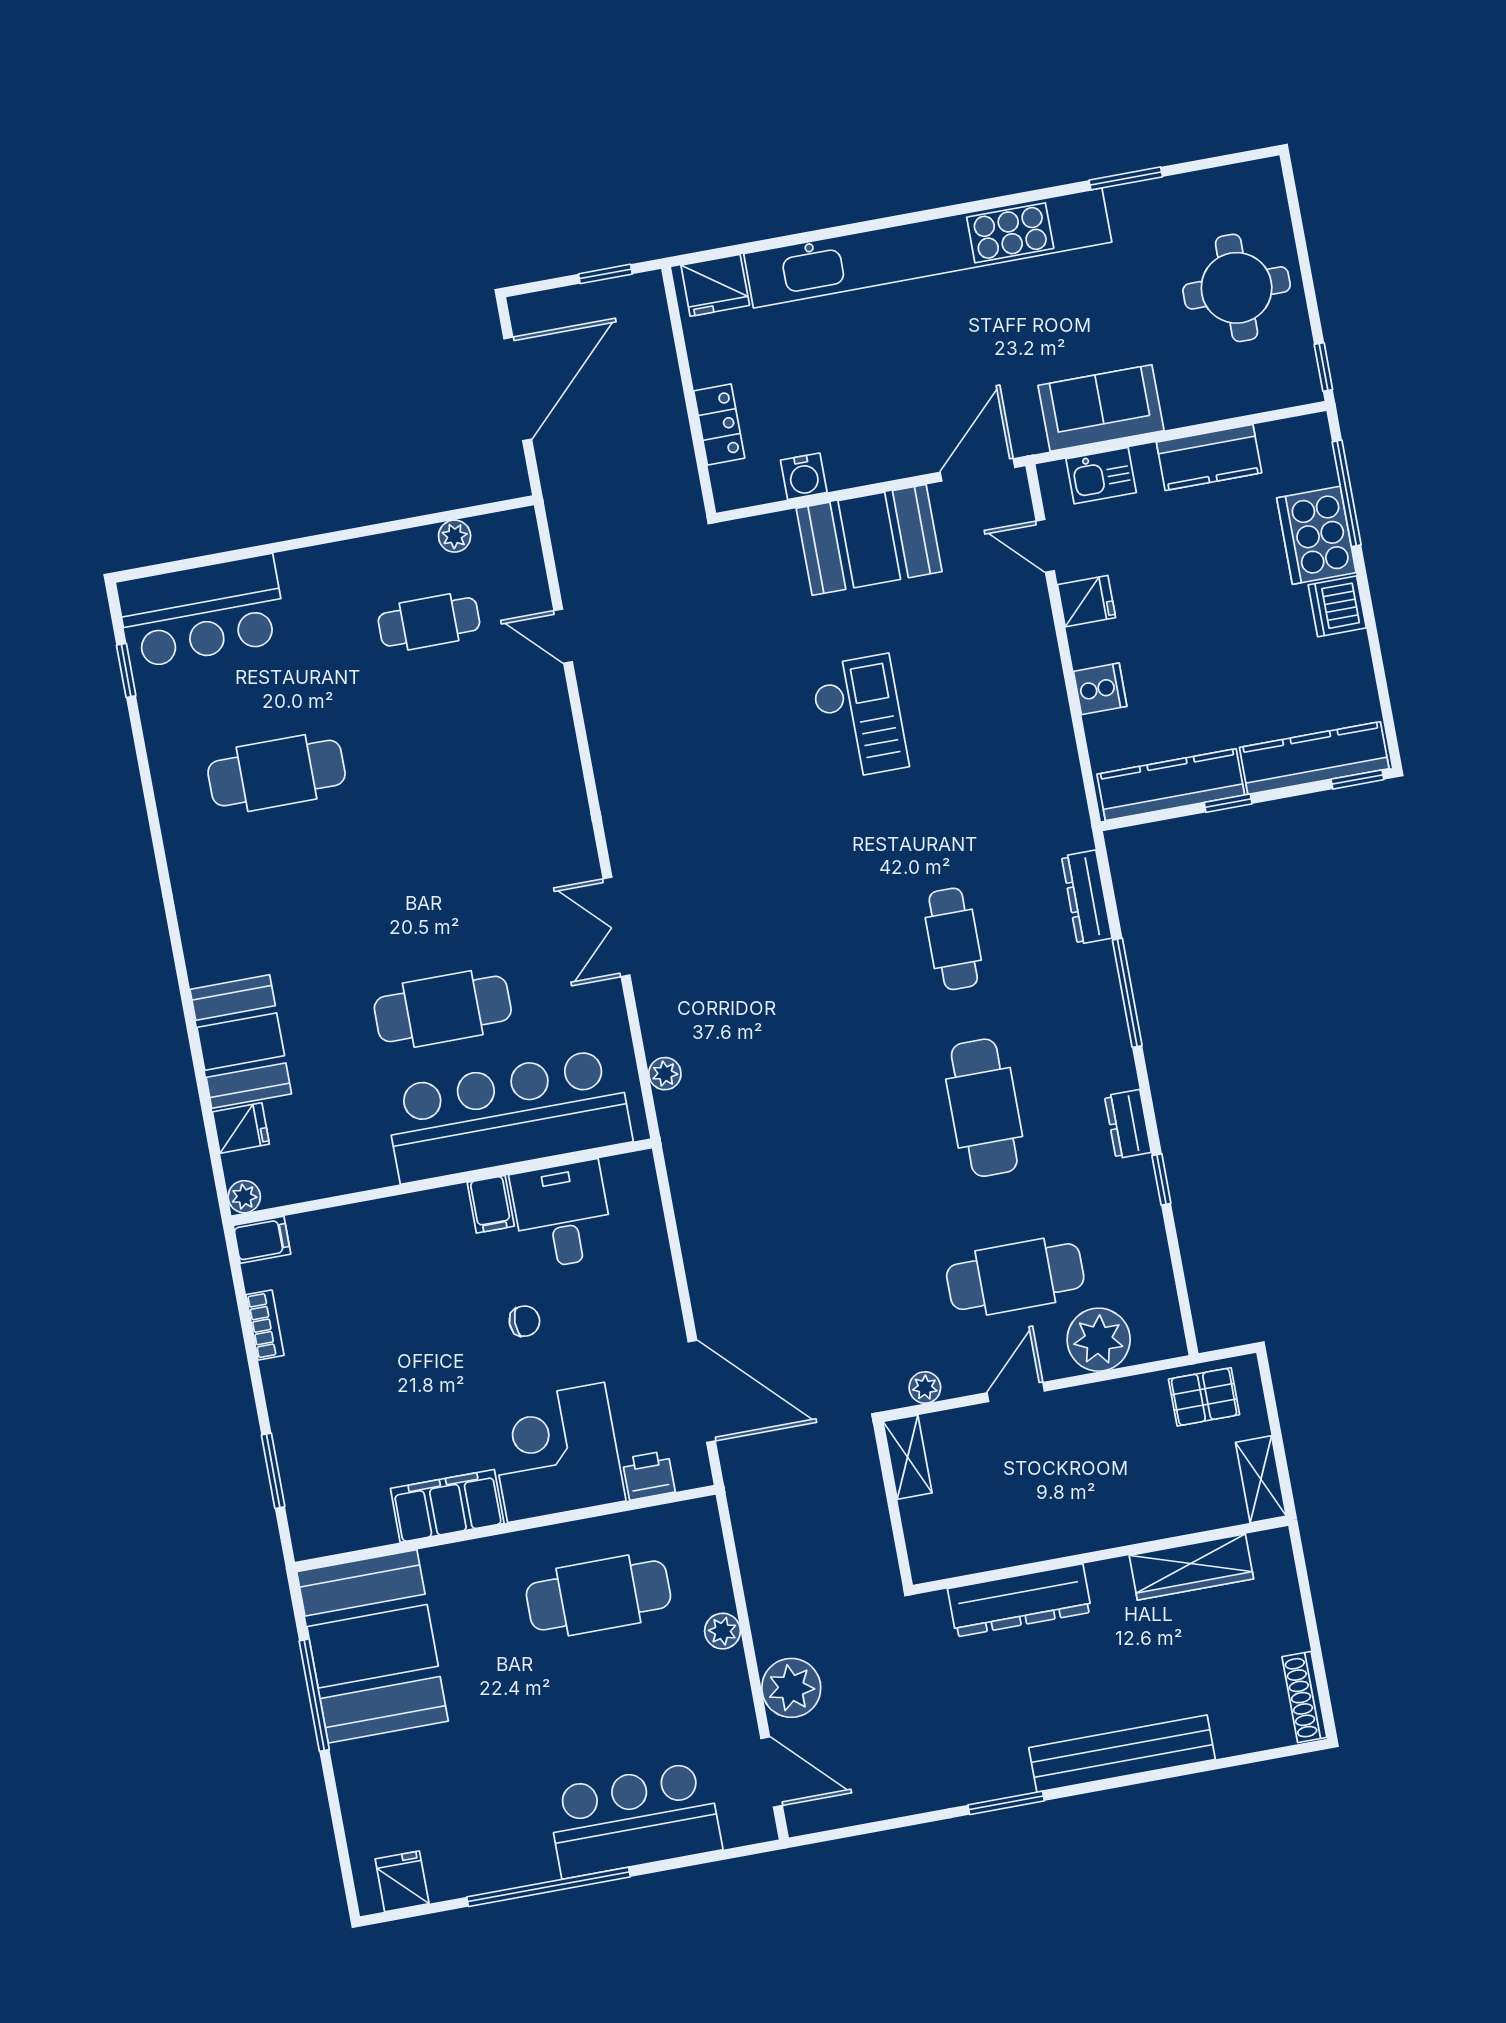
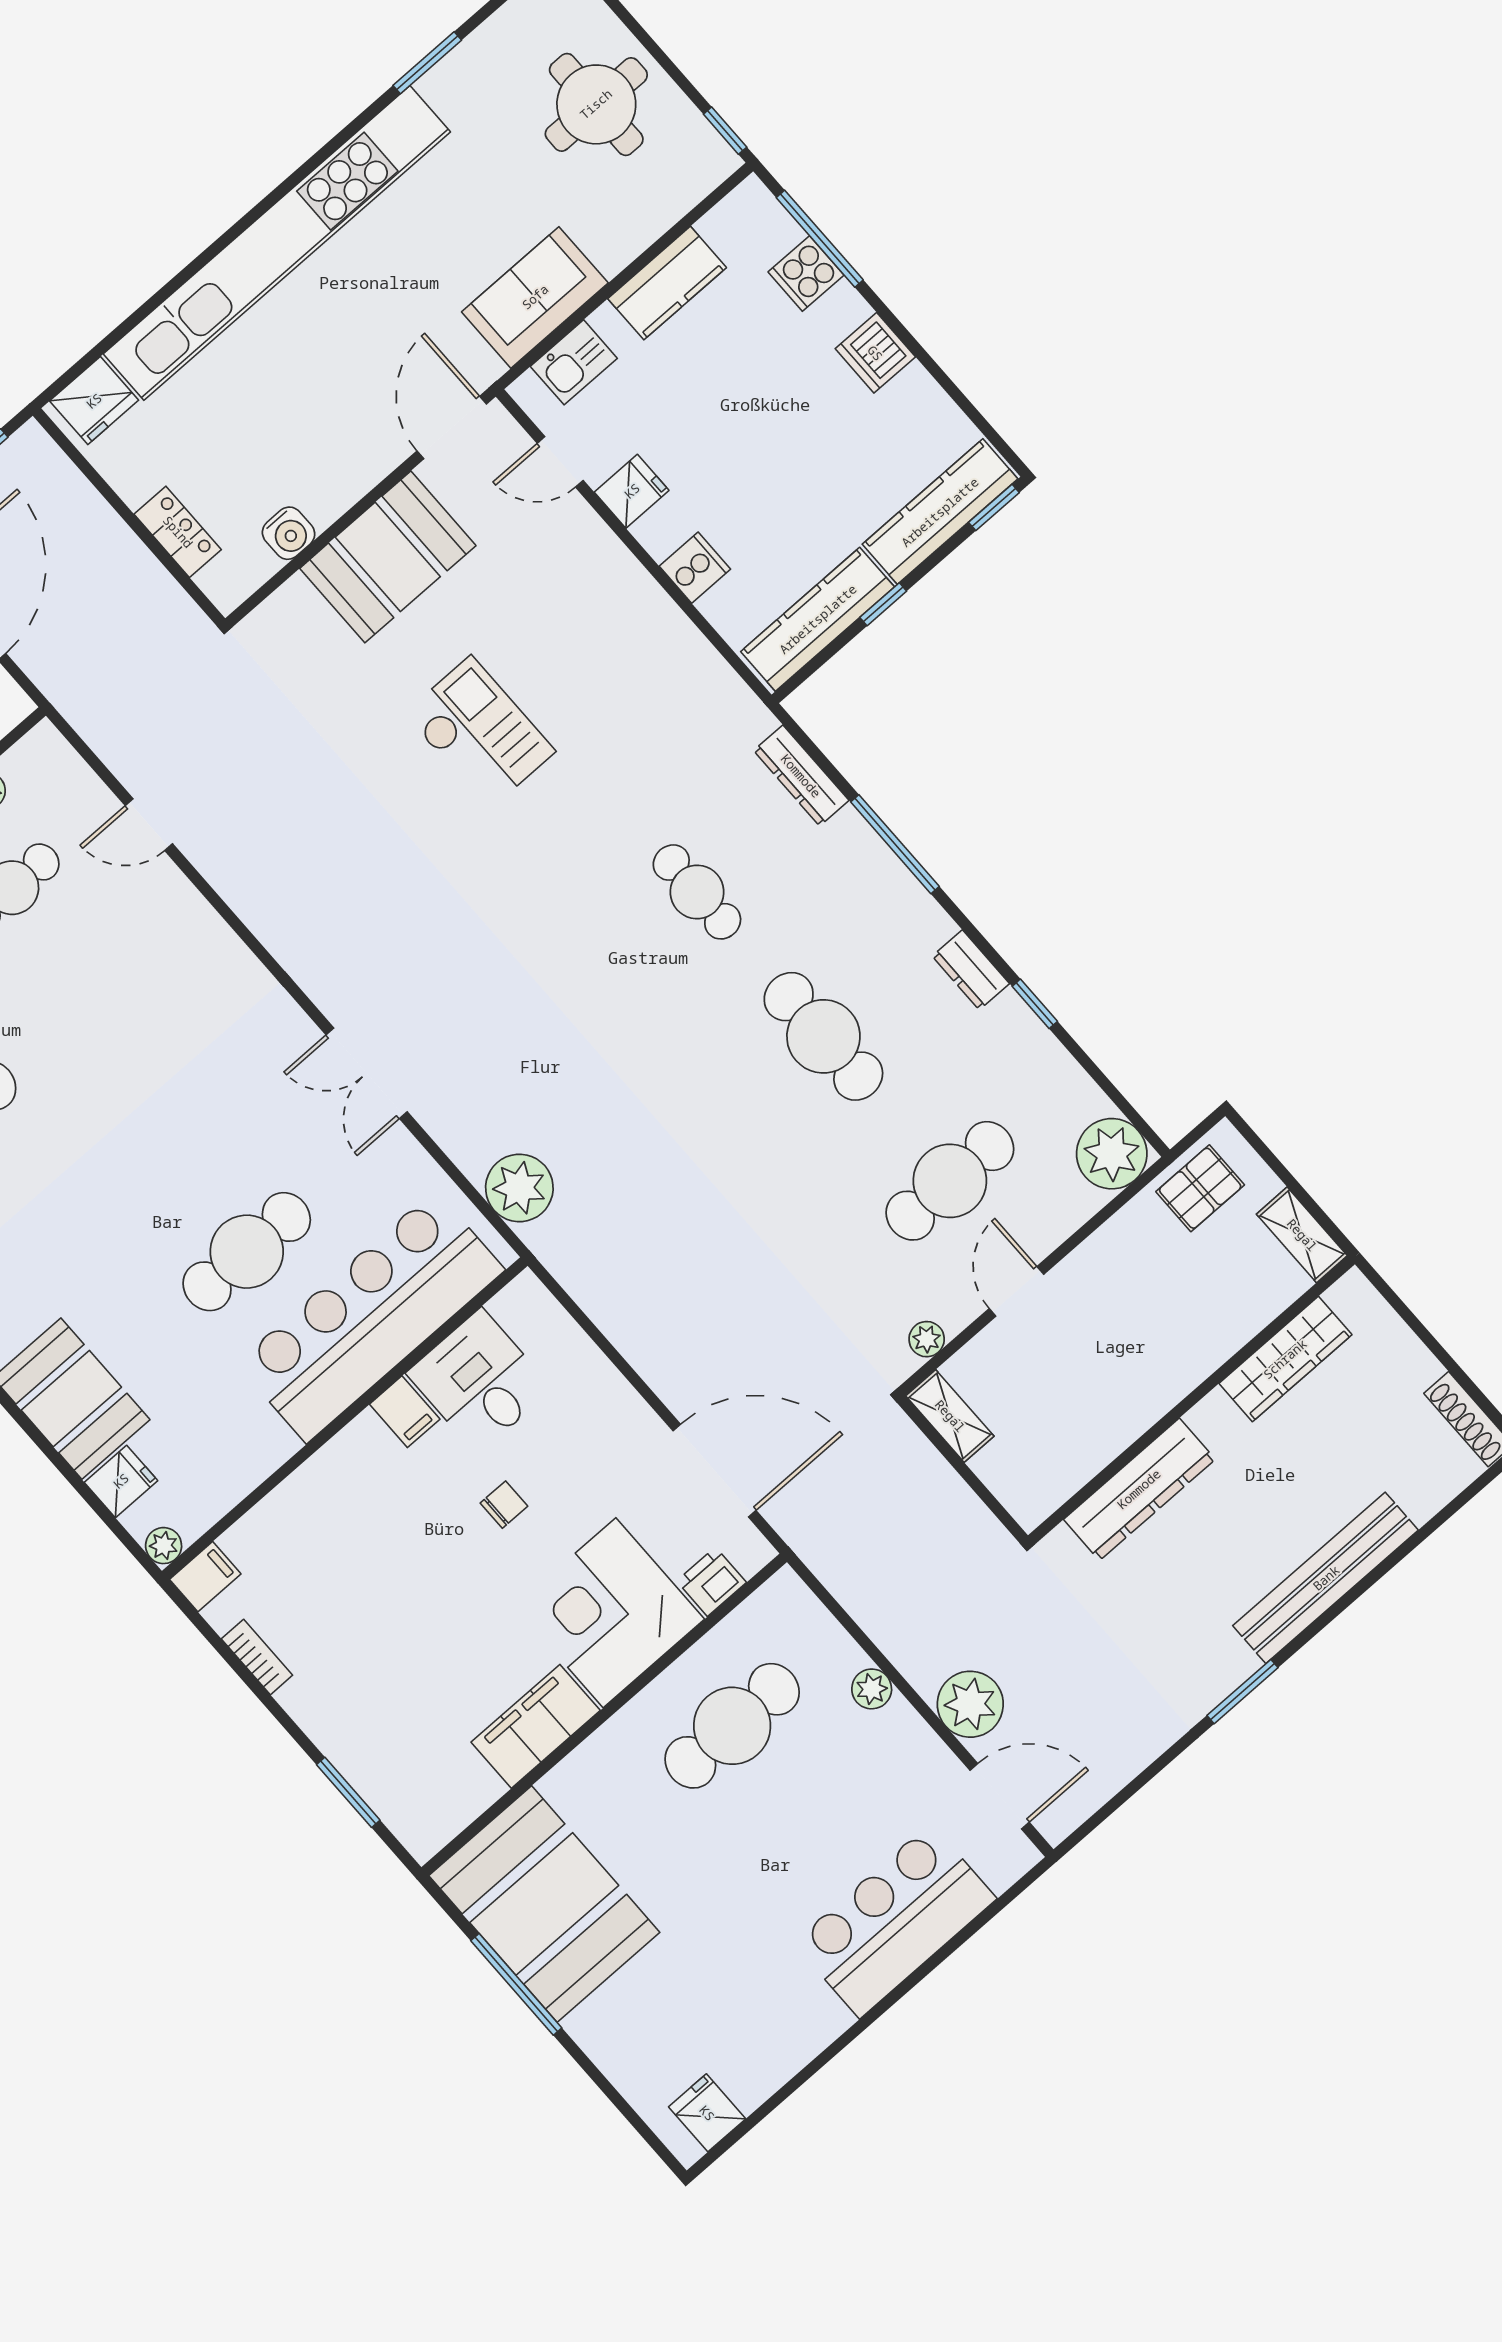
cooker: (1316, 535) -> (806, 274), width x0.53, depth x0.76
plant: (665, 1074) -> (519, 1188), width x1.88, depth x1.88
plant: (1099, 1340) -> (1112, 1154), moved
window: (548, 1887) -> (851, 2034), removed

